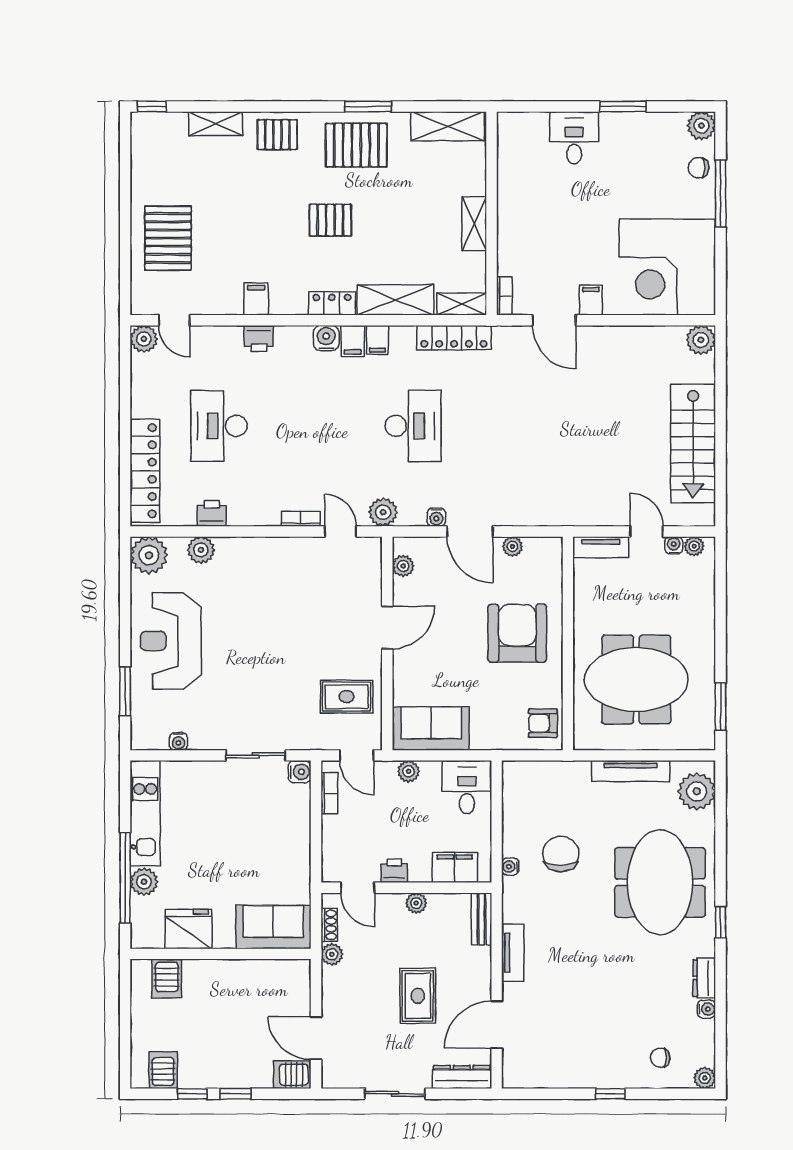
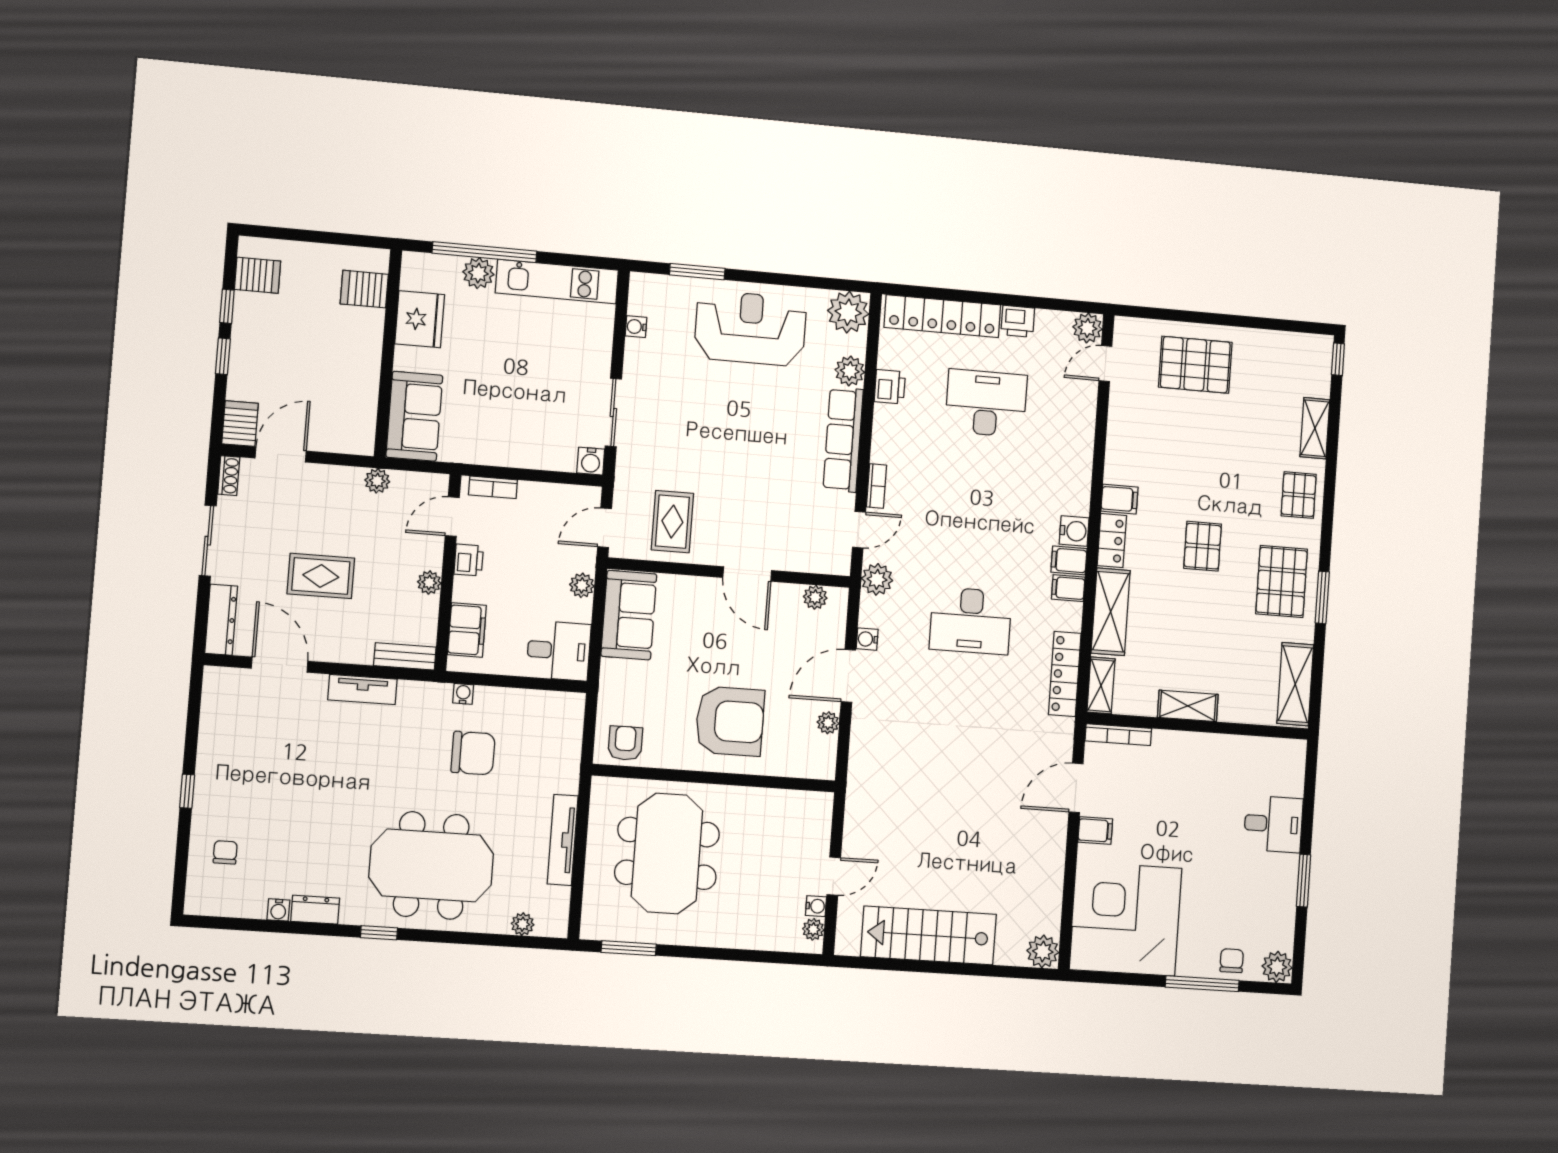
bookcase: (504, 296) -> (1118, 735), width x1.56
filing cabinet: (256, 299) -> (1119, 499), moved
printer: (259, 339) -> (1018, 321), moved, turned -90
tv unit: (601, 547) -> (820, 823), removed
row of seats: (262, 551) -> (843, 440), added
plant: (697, 791) -> (523, 924), width x0.53, depth x0.53
bookcase: (329, 793) -> (493, 487), moved
shoe rack: (329, 925) -> (229, 476), moved, turned -90
plant: (705, 1078) -> (197, 903), removed

